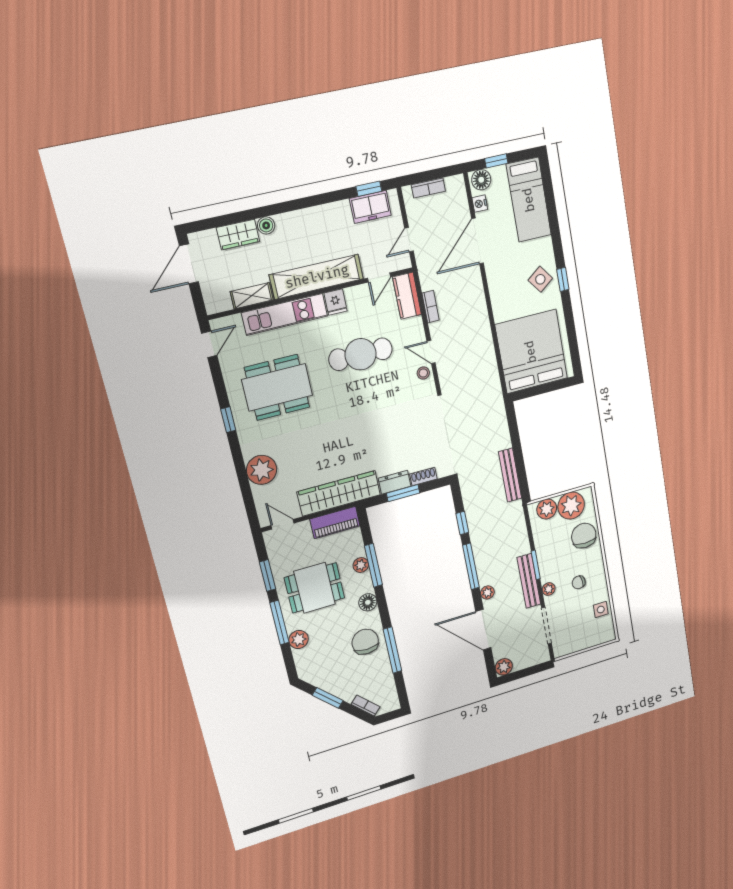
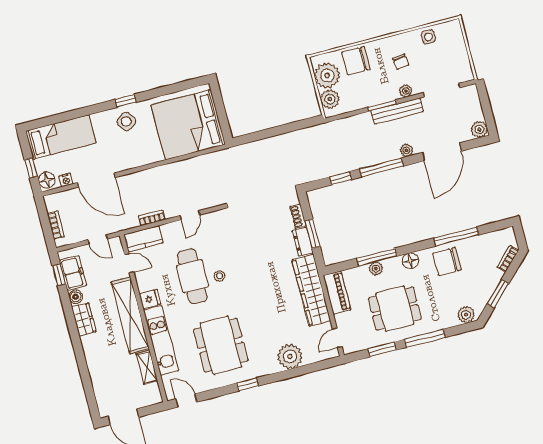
boiler: (266, 225) -> (76, 297), moved
wardrobe: (238, 235) -> (84, 319), moved
stool: (423, 373) -> (219, 276), moved
bench: (510, 475) -> (298, 136), removed
dining table: (315, 588) -> (395, 309), turned 90
plant: (299, 639) -> (466, 315), moved

